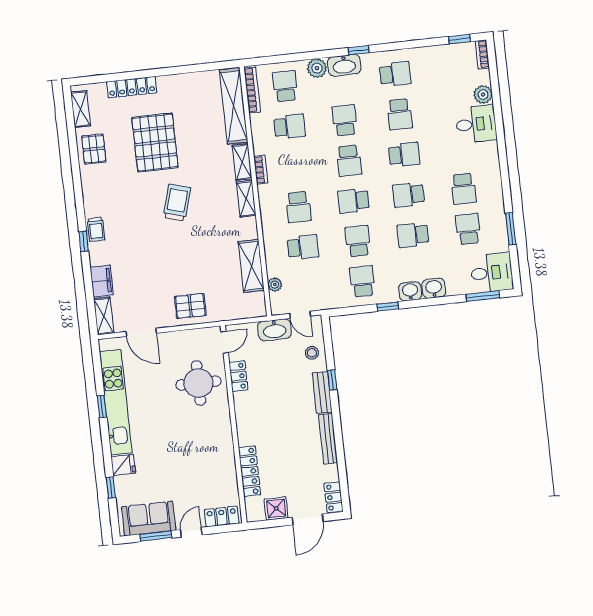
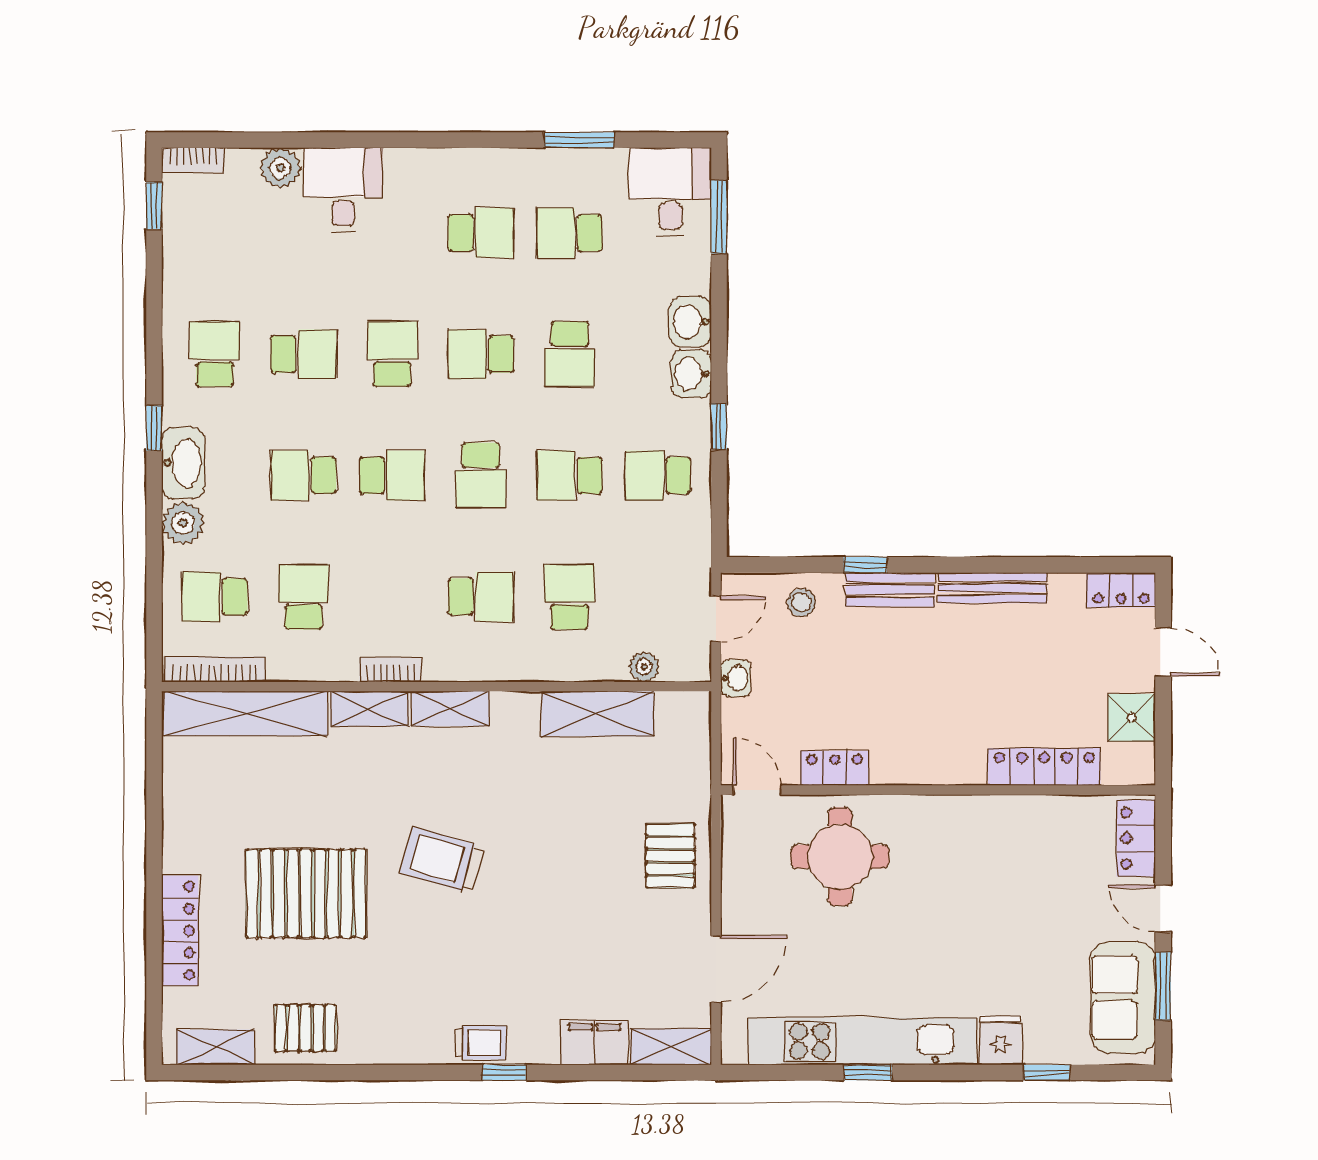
school desk: (409, 195) -> (481, 354), turned 90
washbasin: (275, 330) -> (736, 678), width x0.52, depth x0.69
door: (308, 519) -> (1163, 652), width x0.73

